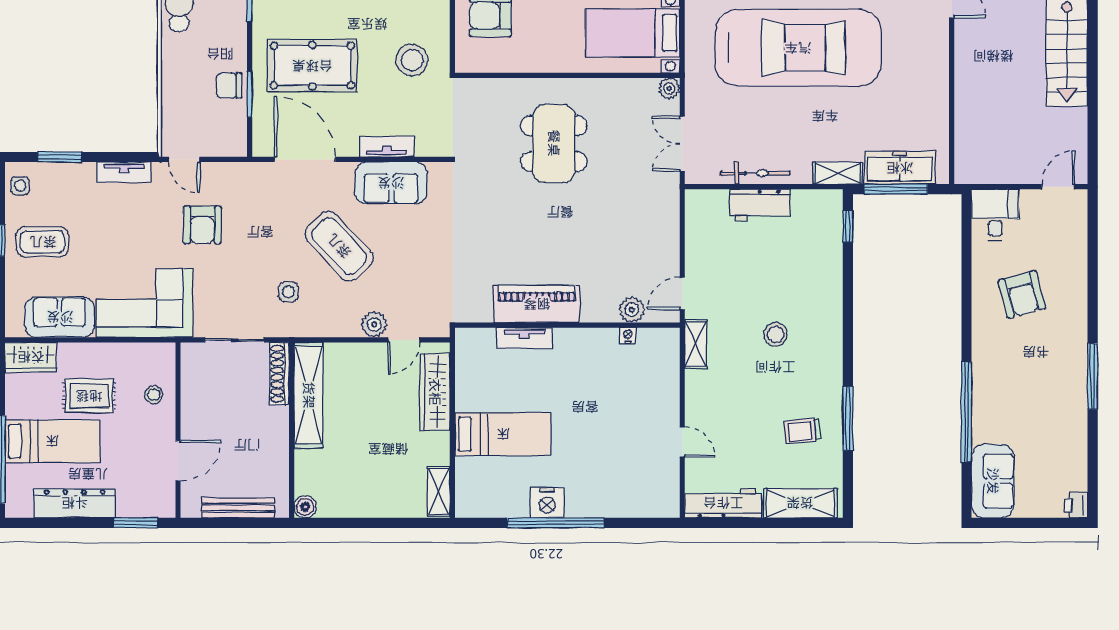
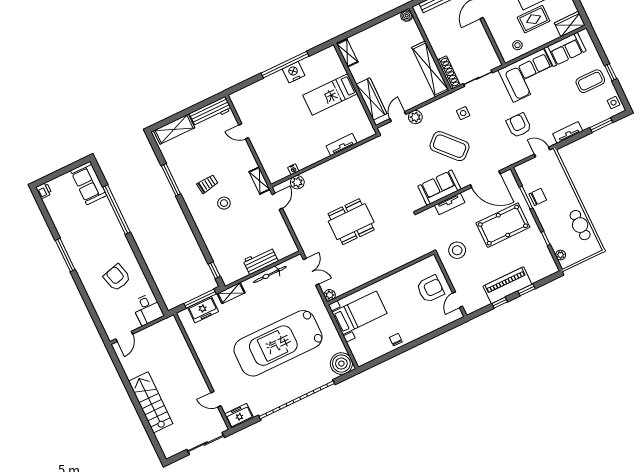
dining table: (554, 143) -> (351, 222), moved, turned 90
freezer: (900, 168) -> (203, 310), width x0.71
piano: (537, 304) -> (343, 163), removed
stool: (154, 395) -> (517, 45), moved
trolley: (802, 431) -> (207, 184), moved

